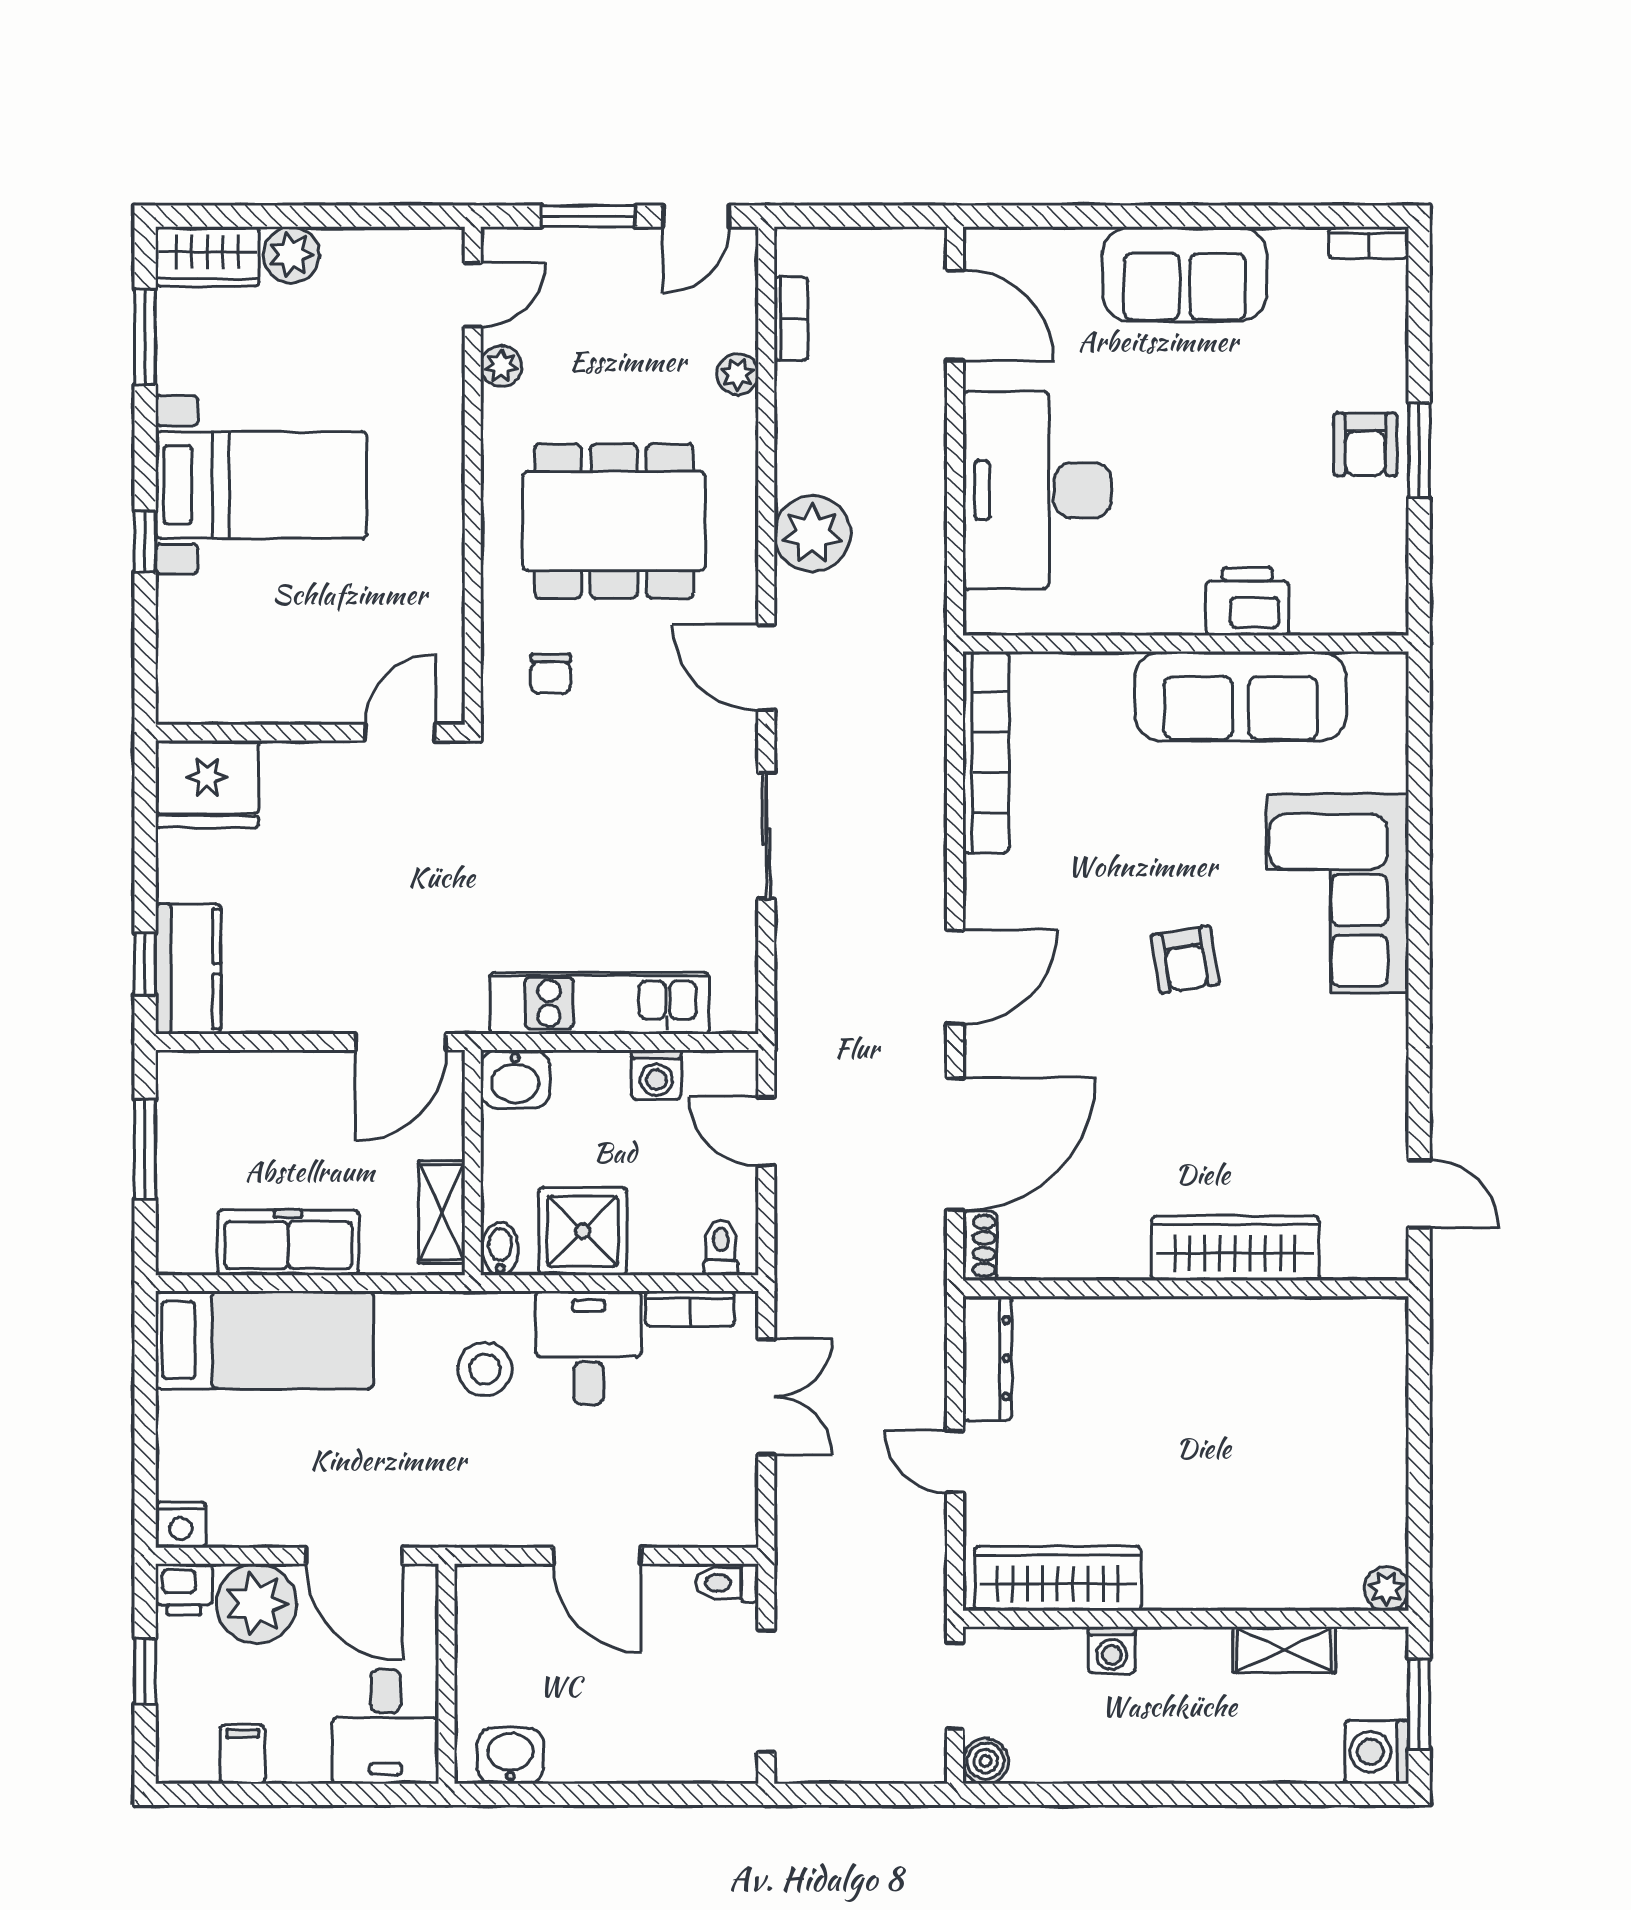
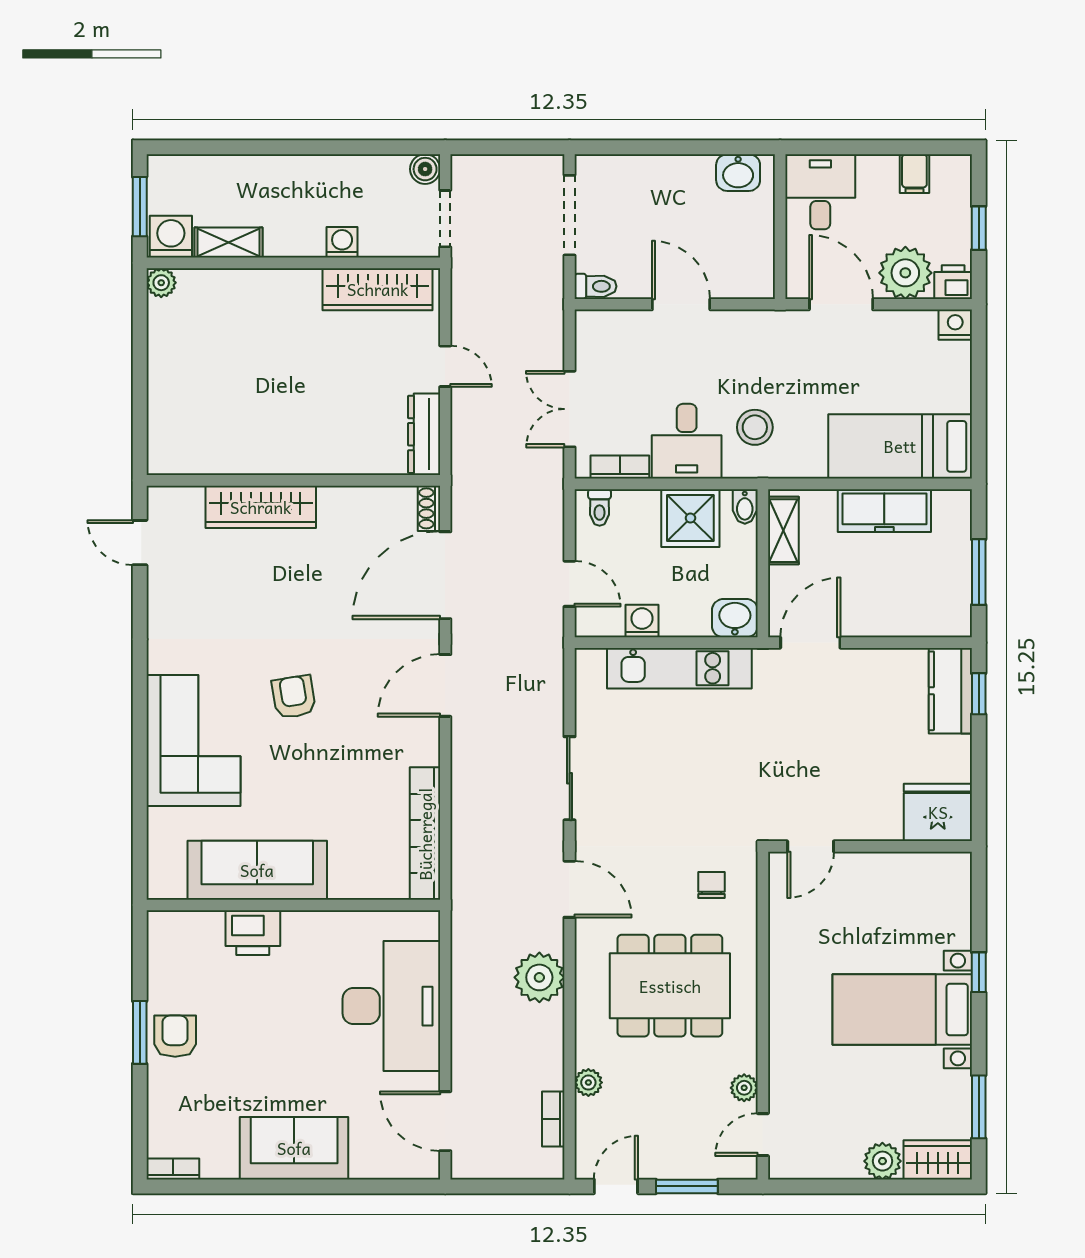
washing machine: (1377, 1752) -> (171, 237), moved, turned -90

